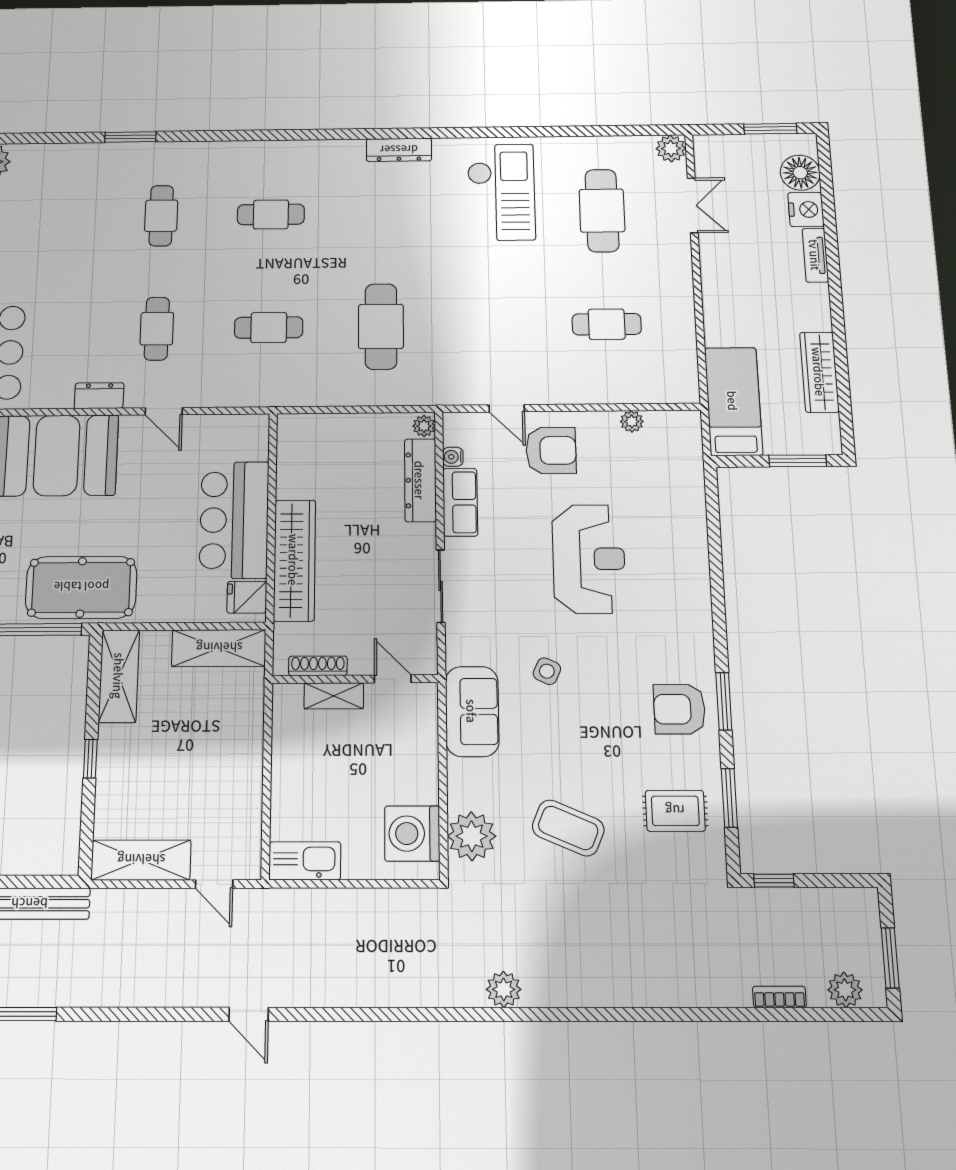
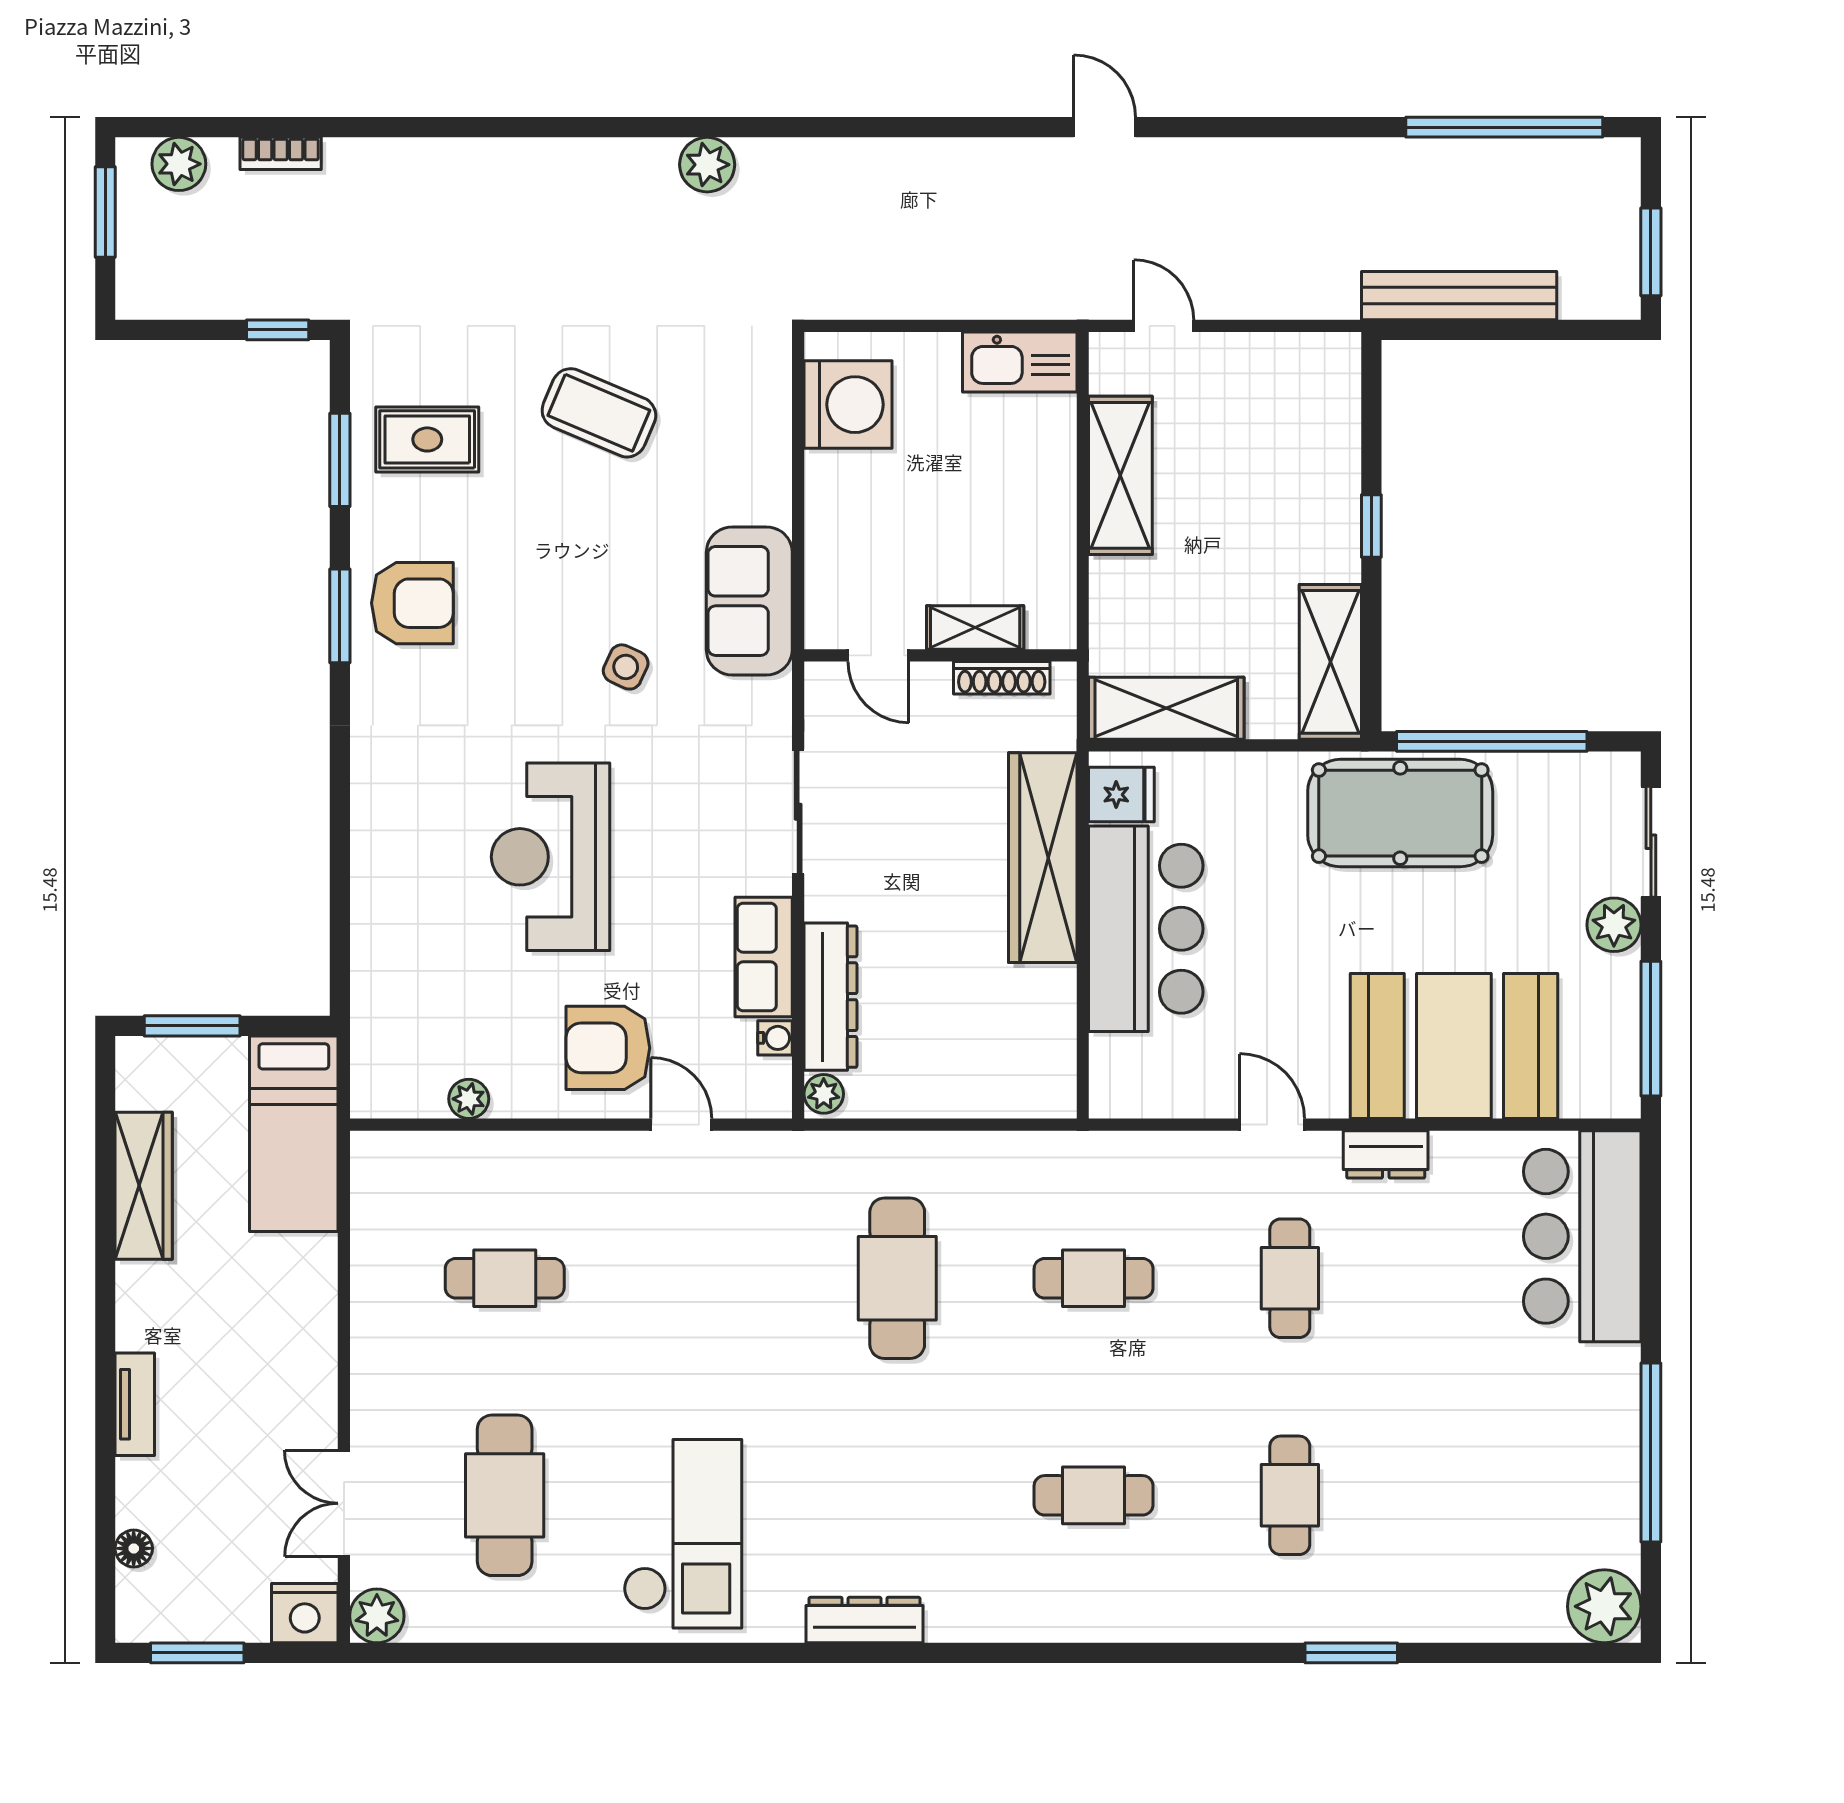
floor lamp: (800, 173) -> (134, 1548), width x0.53, depth x0.53
checkout: (501, 192) -> (683, 1534), turned 180
nightstand: (806, 209) -> (305, 1613), moved, turned -90
plant: (472, 836) -> (753, 400), removed
shelving: (141, 860) -> (1120, 475), moved, turned 90

